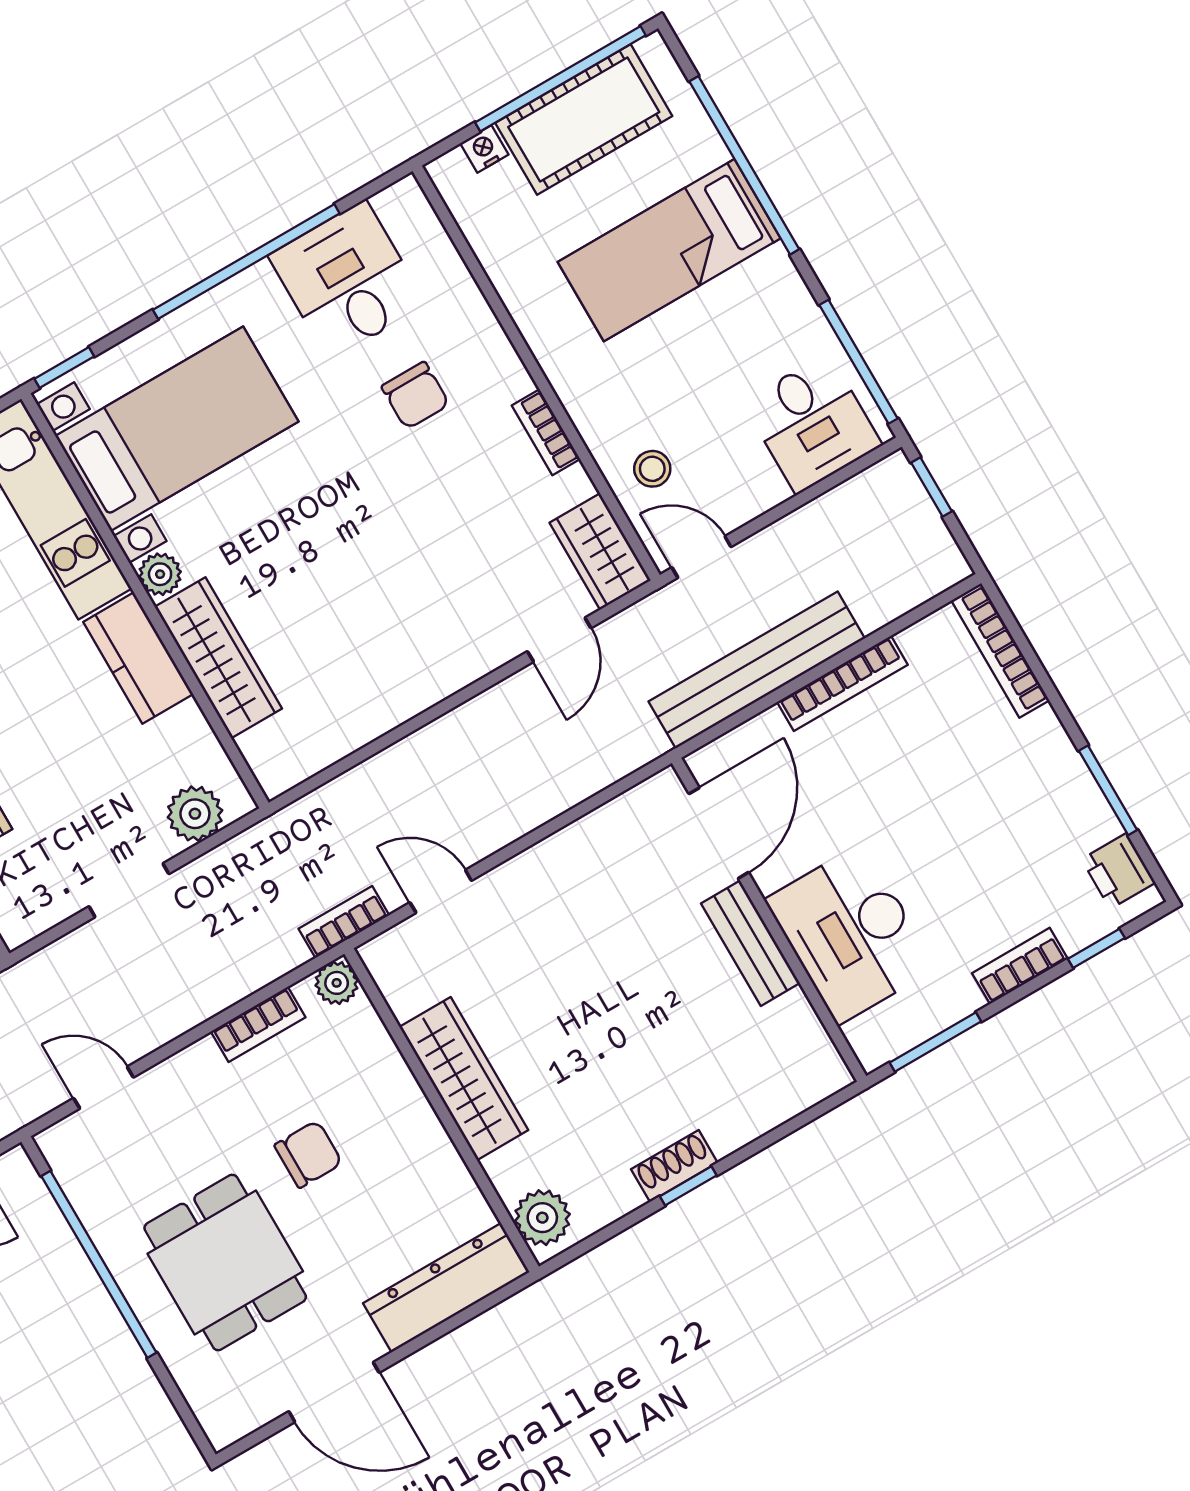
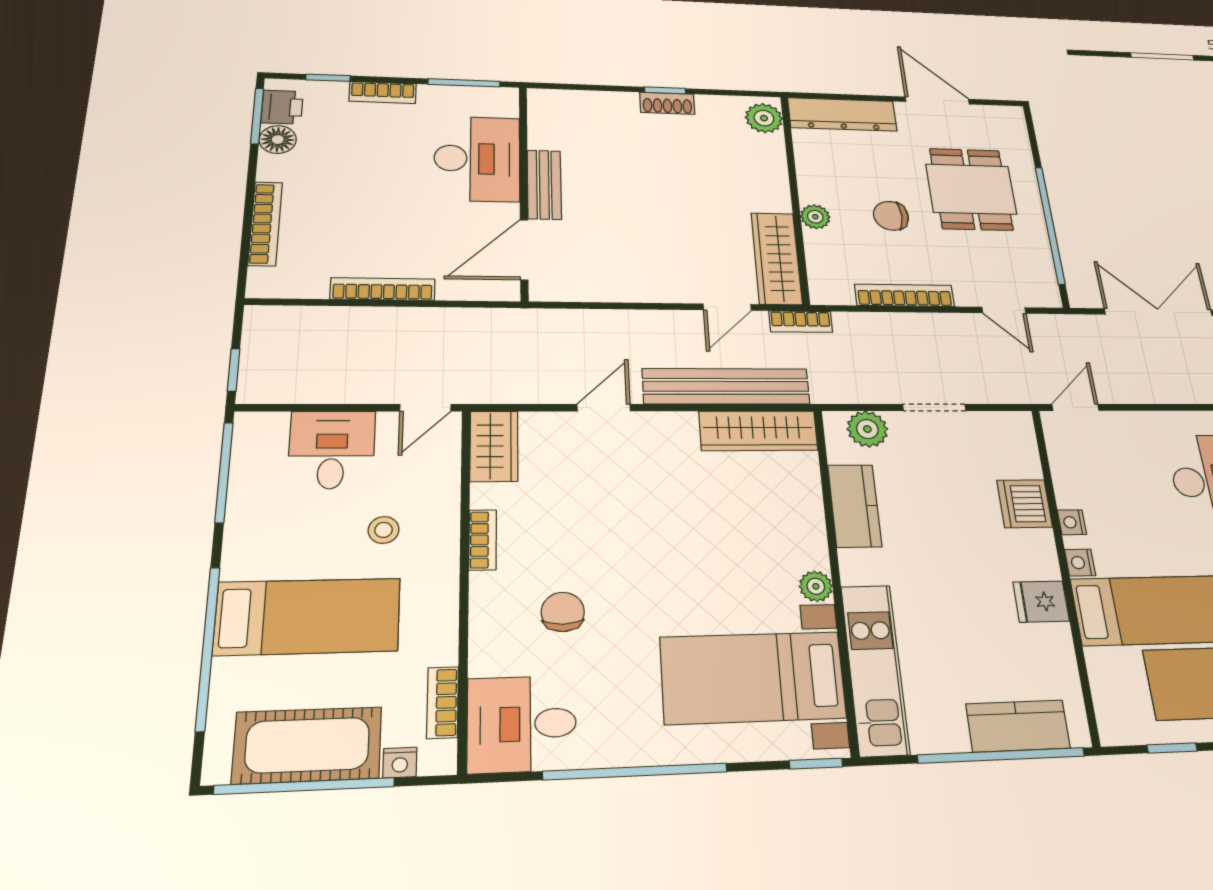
bookcase: (480, 232) -> (443, 702), added
desk: (347, 280) -> (522, 724), moved, turned 90
desk: (812, 424) -> (332, 450), moved
stool: (652, 469) -> (384, 530), moved
door: (701, 557) -> (425, 408), hinge flipped
door: (559, 640) -> (604, 408), moved
bookcase: (1000, 650) -> (265, 224), moved
kitchen counter: (138, 658) -> (855, 506), moved
wardrobe: (218, 658) -> (758, 431), moved, turned -90
bench: (757, 670) -> (726, 386), moved
window: (1108, 790) -> (257, 116), moved
floor lamp: (1091, 820) -> (278, 140), added
door: (441, 891) -> (727, 307), hinge flipped
plant: (337, 983) -> (815, 217), moved
bookcase: (258, 1024) -> (905, 295), width x1.56
wardrobe: (464, 1079) -> (776, 258), moved

